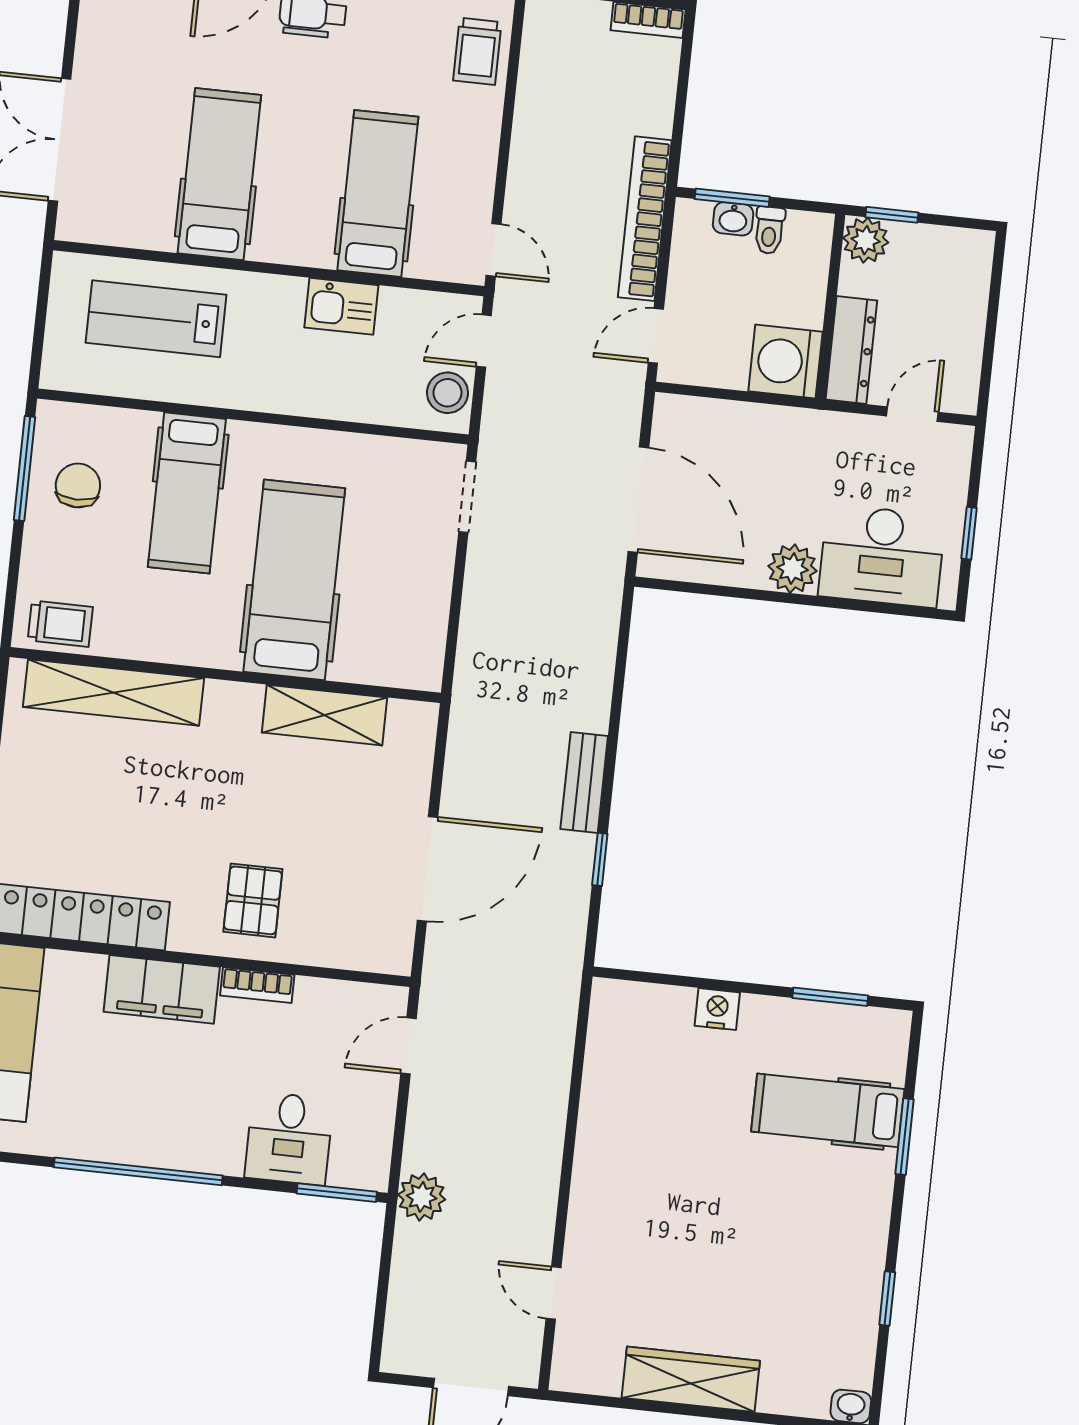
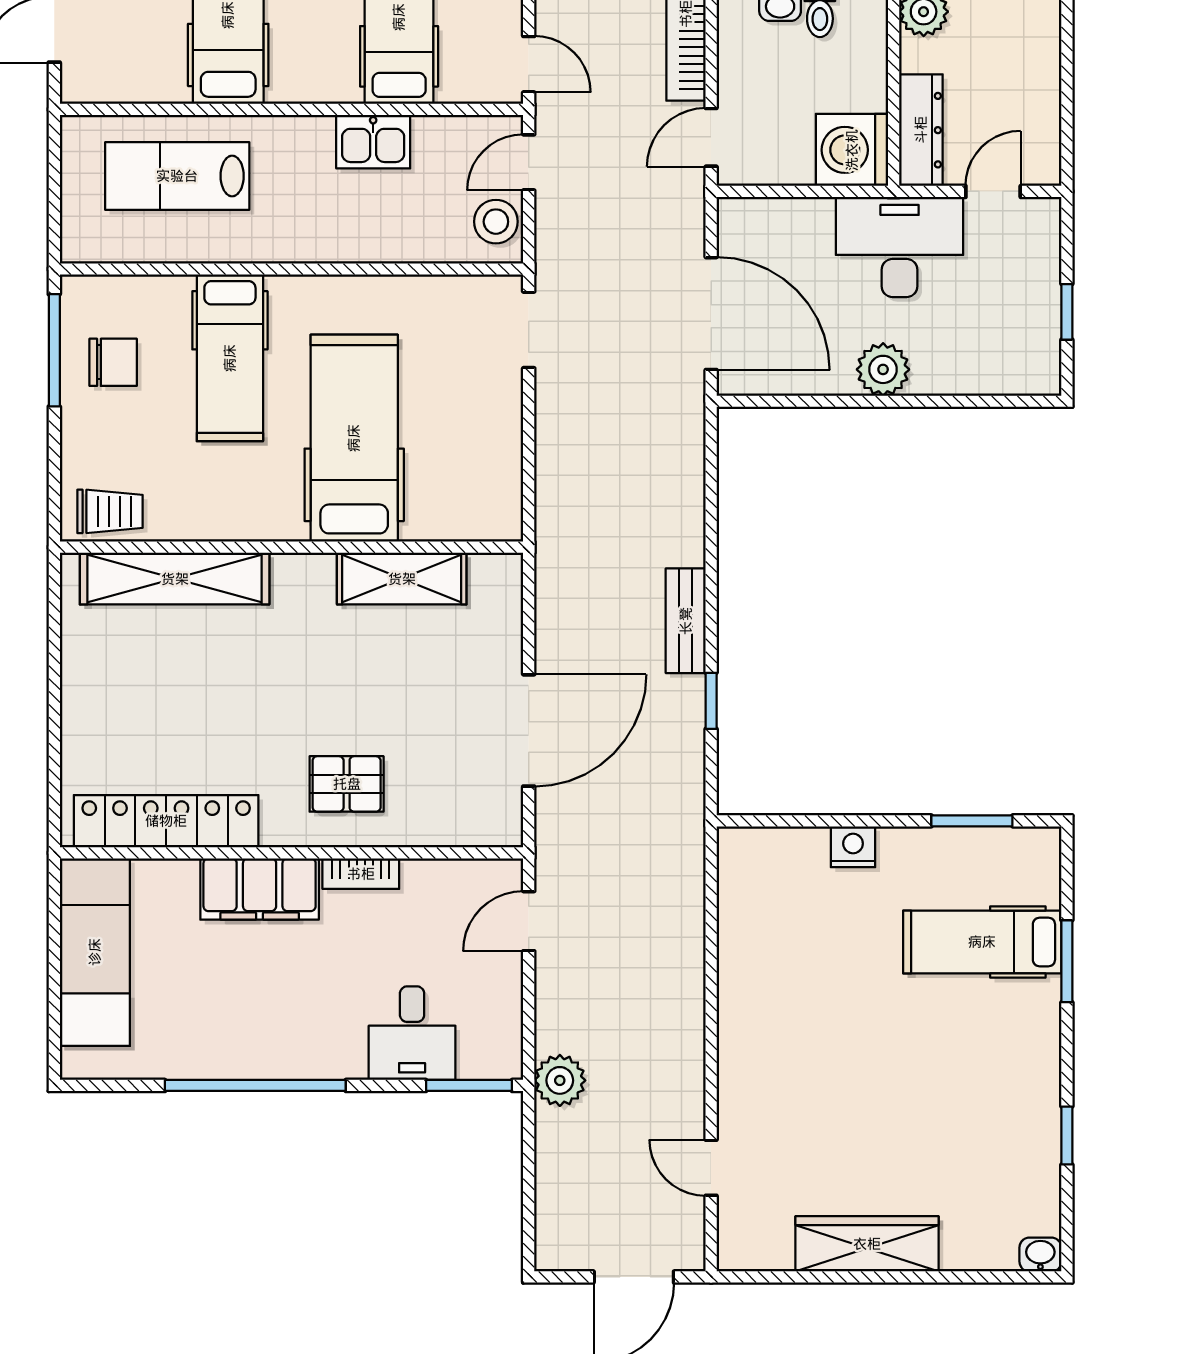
chair: (78, 486) -> (113, 362), turned 90
desk: (882, 556) -> (900, 247), moved, turned 180
pallet: (253, 900) -> (347, 784), turned 90

